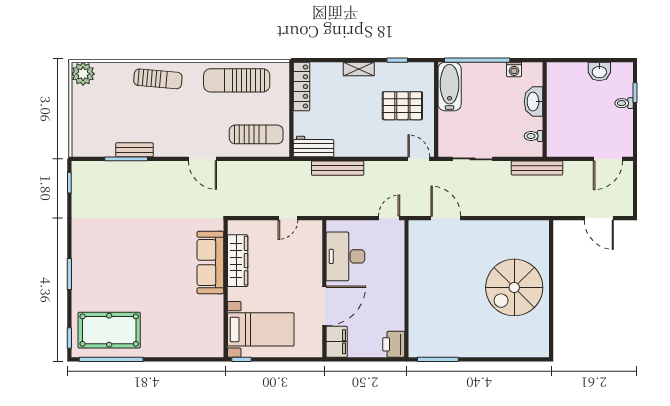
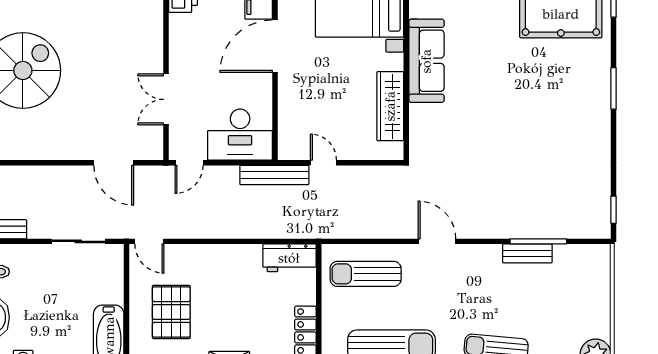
pallet: (402, 106) -> (171, 312), turned 90
bench: (338, 168) -> (274, 175), moved
door: (288, 218) -> (323, 163), hinge flipped
desk: (345, 256) -> (240, 135), moved, turned 90
sofa: (210, 262) -> (426, 61), moved
double door: (406, 266) -> (166, 99), added

